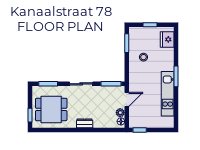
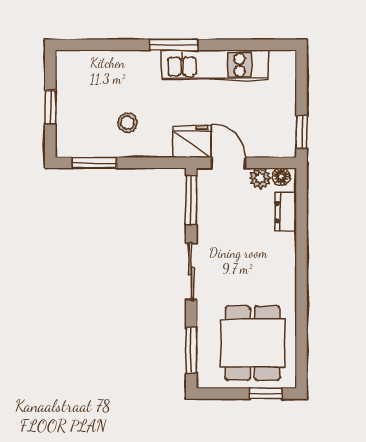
fridge: (167, 39) -> (192, 142), moved, turned 180
dresser: (85, 123) -> (286, 212), moved

